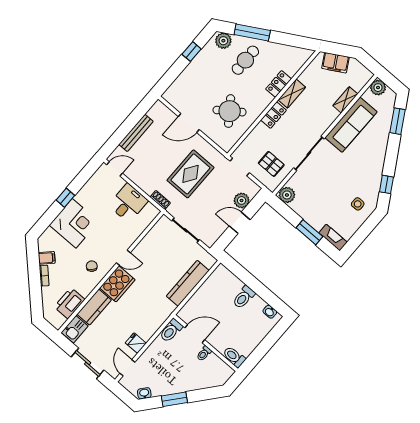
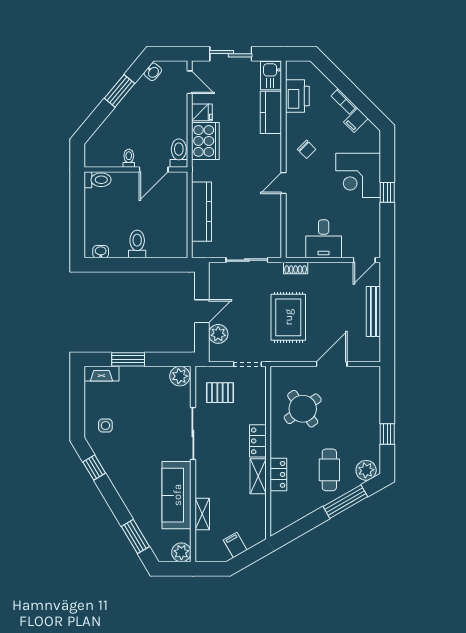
filing cabinet: (335, 63) -> (235, 545), width x0.50
cooker: (117, 284) -> (205, 141), moved, turned 180

